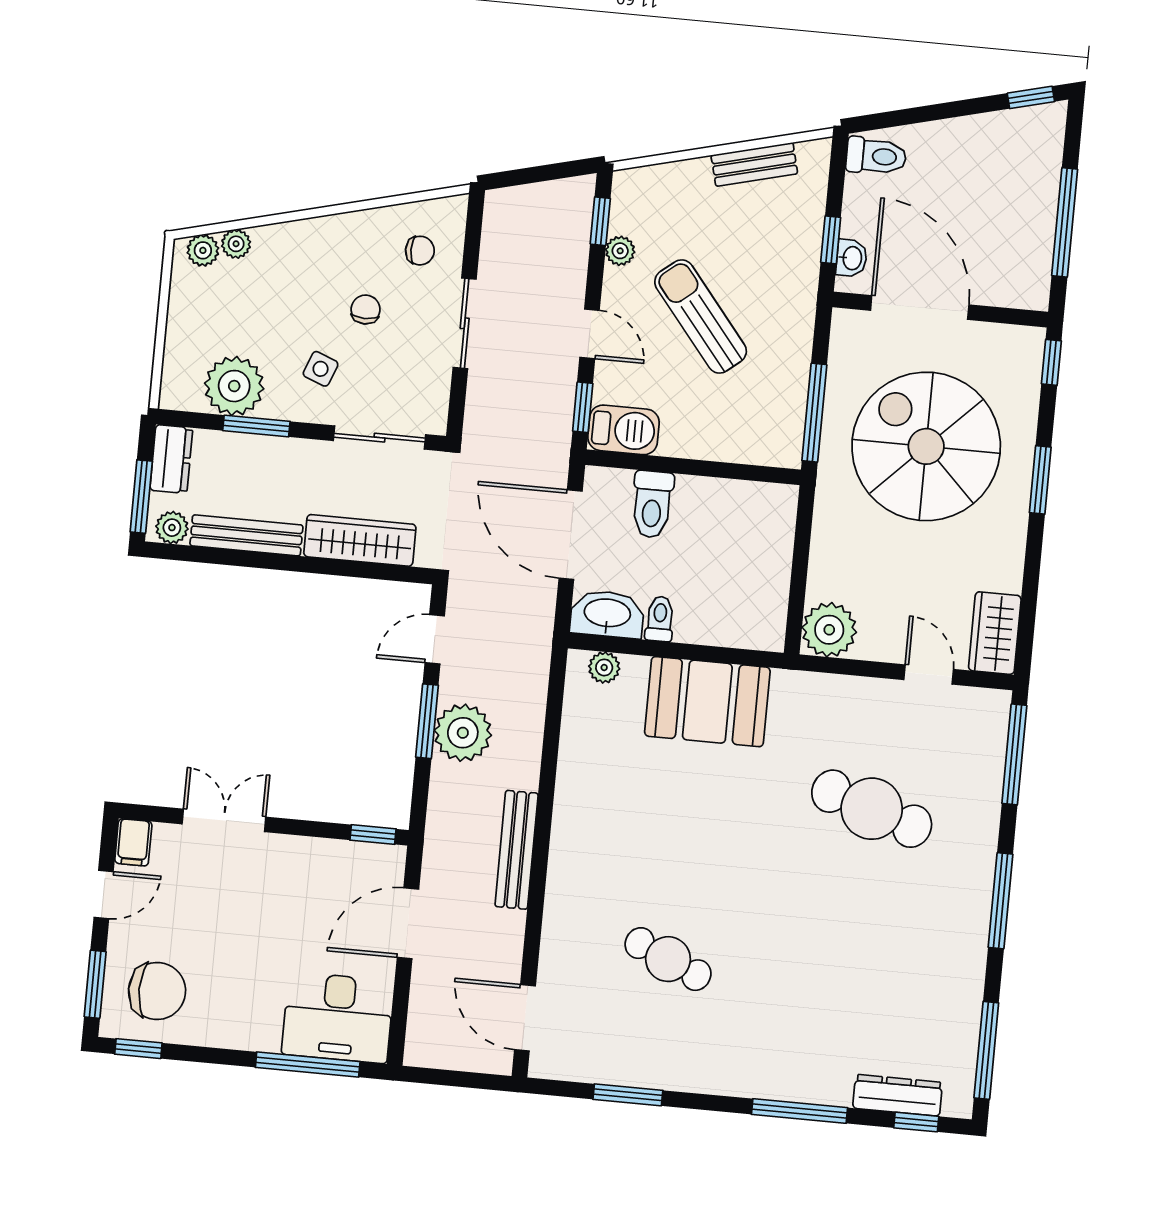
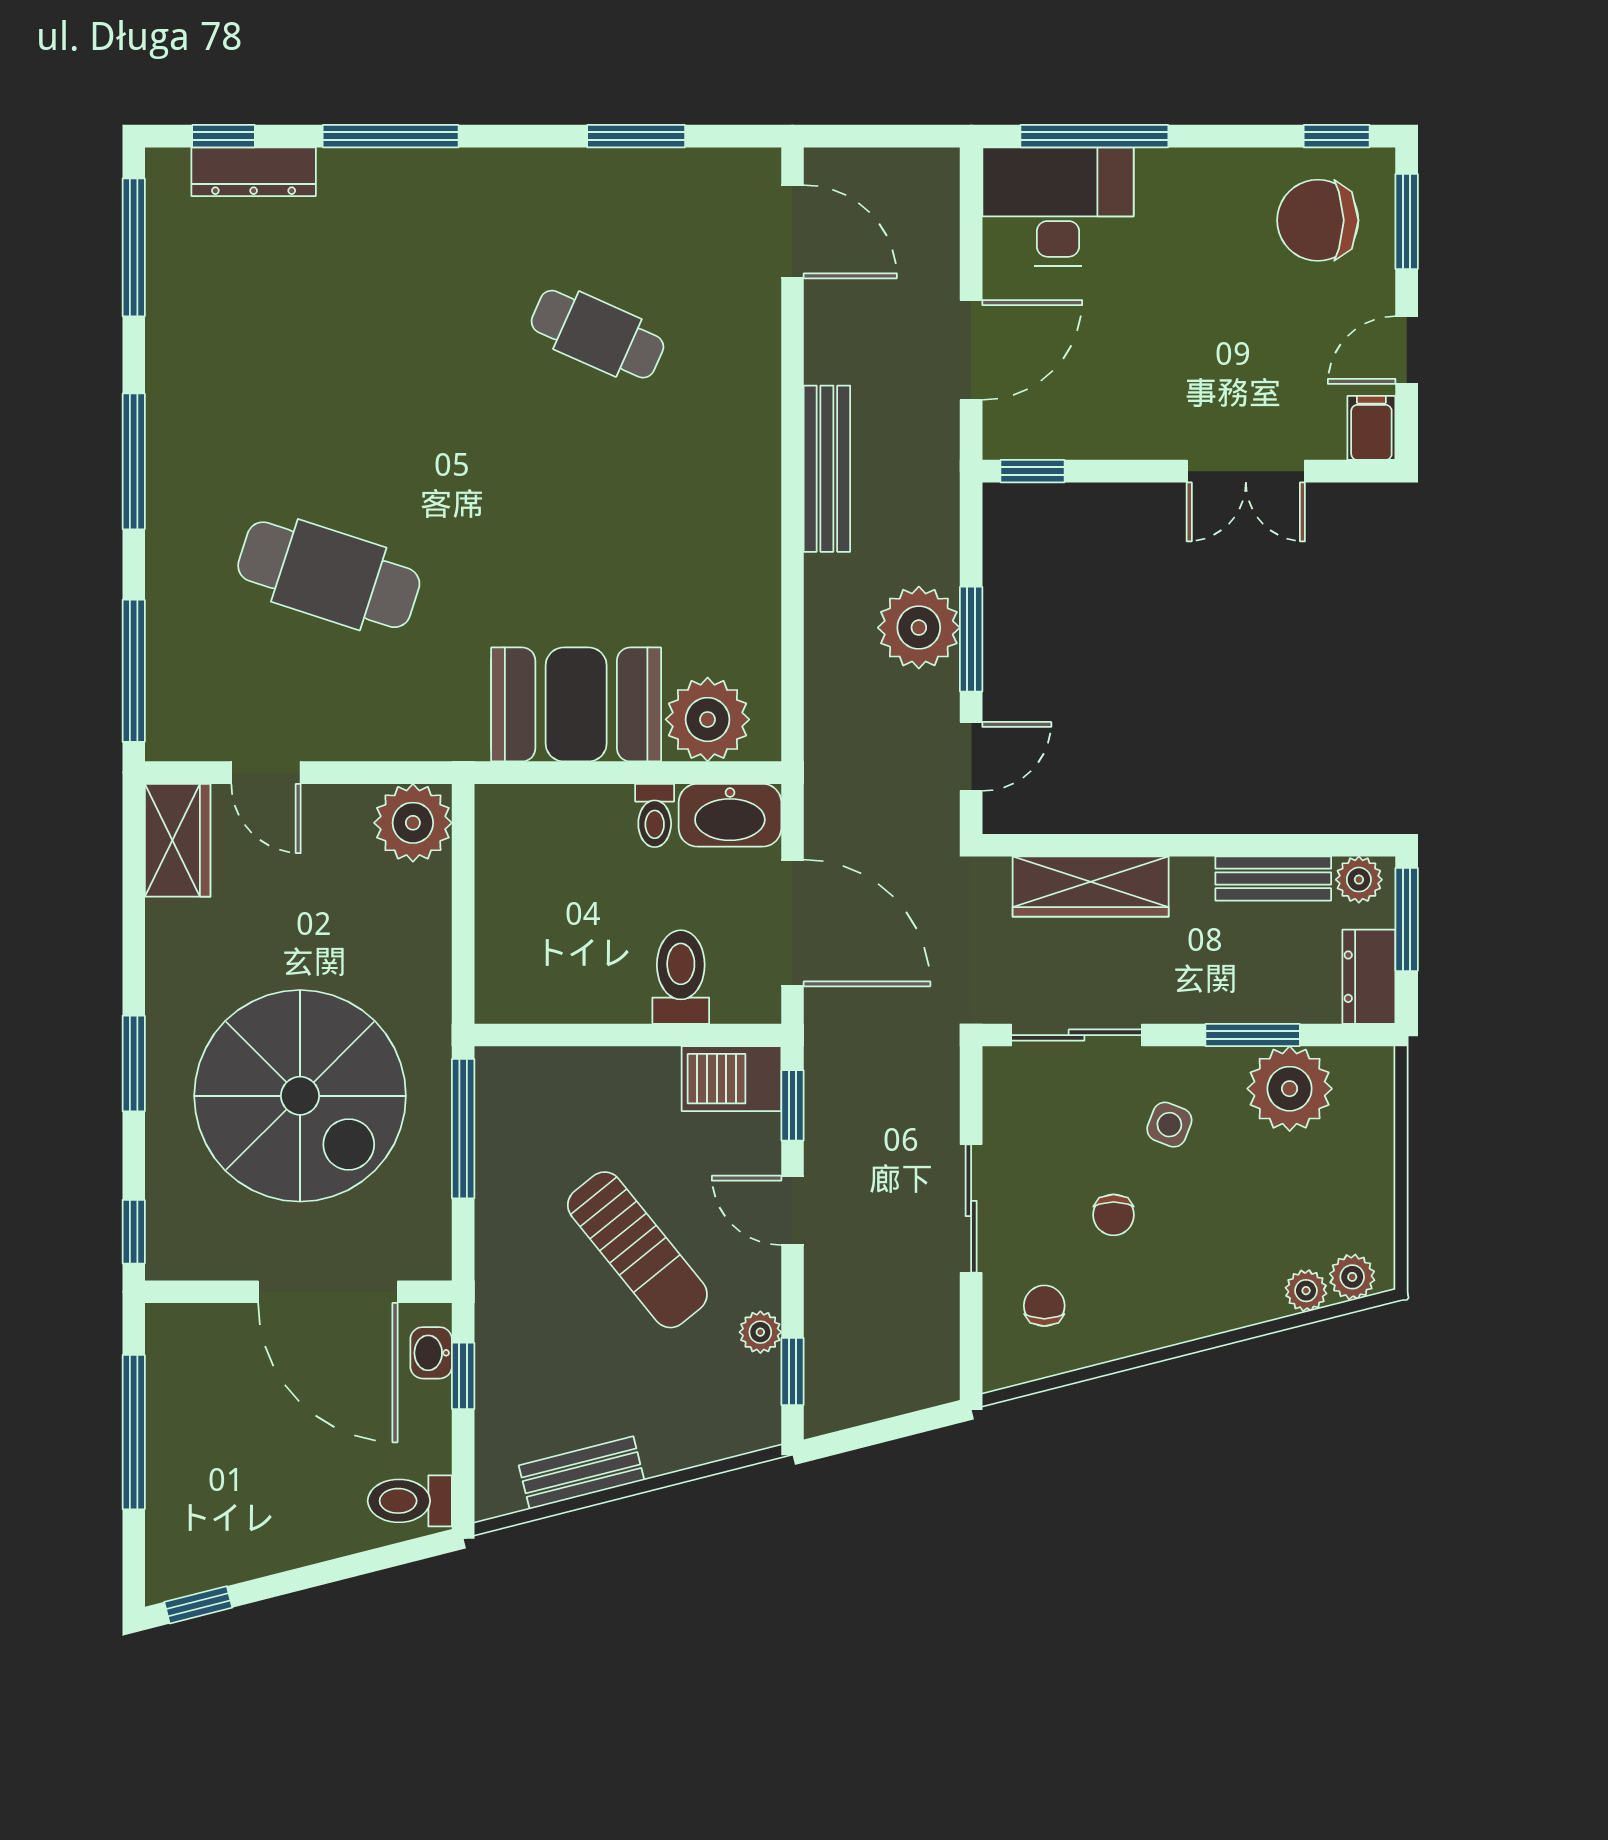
chair: (420, 251) -> (1044, 1306), turned 90
bench: (246, 535) -> (1273, 878), width x0.73
plant: (604, 667) -> (708, 719), width x1.87, depth x1.87

